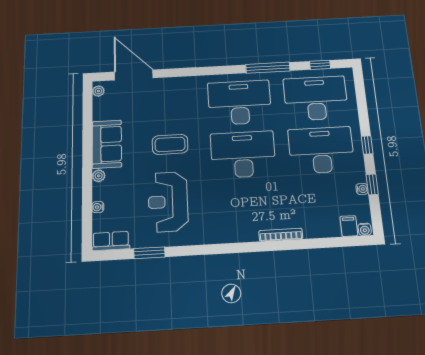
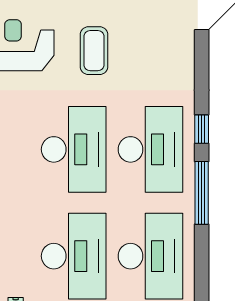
window: (320, 65) -> (202, 129), moved

